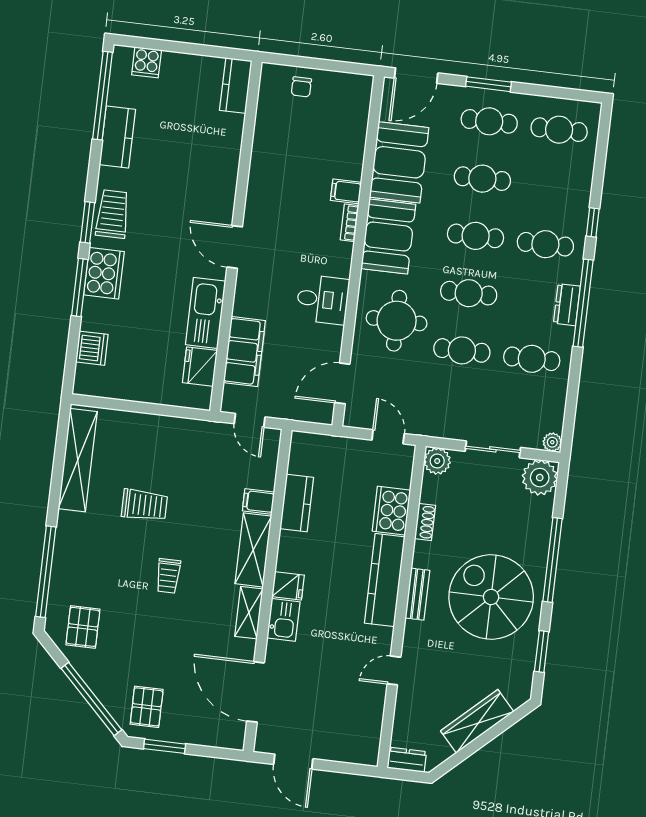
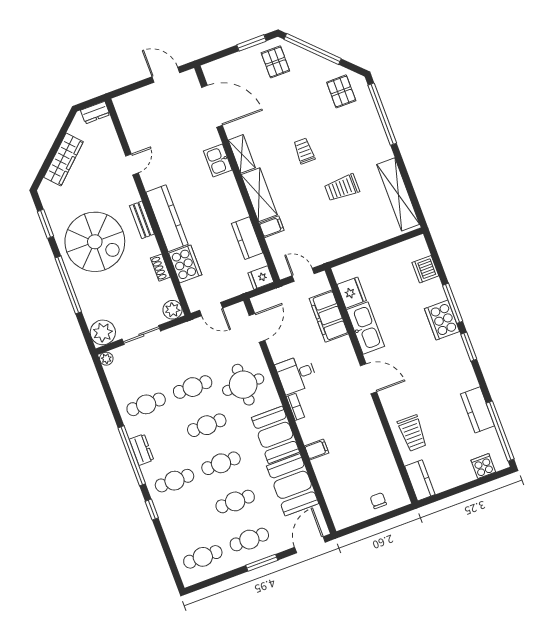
trolley: (113, 214) -> (412, 433), moved
bookcase: (349, 223) -> (295, 407), moved
fridge: (288, 586) -> (261, 278), moved

